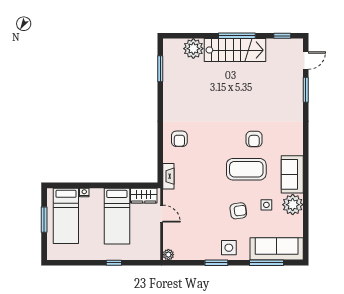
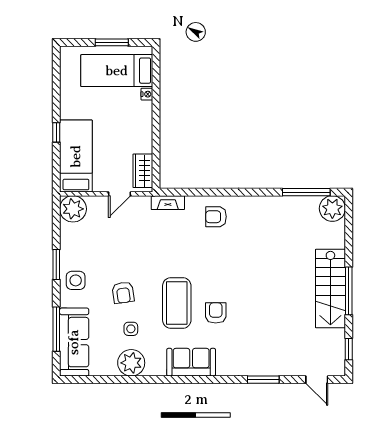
plant: (193, 49) -> (332, 208), moved
window: (160, 69) -> (306, 192), width x1.44
window: (306, 90) -> (263, 380), moved
armchair: (254, 139) -> (216, 313), turned 90
sofa: (292, 174) -> (191, 362), moved
bed: (117, 216) -> (76, 156), moved, turned 90
plant: (168, 255) -> (73, 209), width x1.87, depth x1.87

